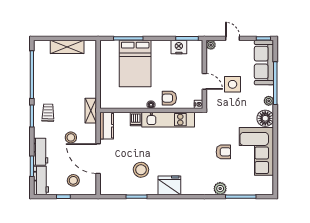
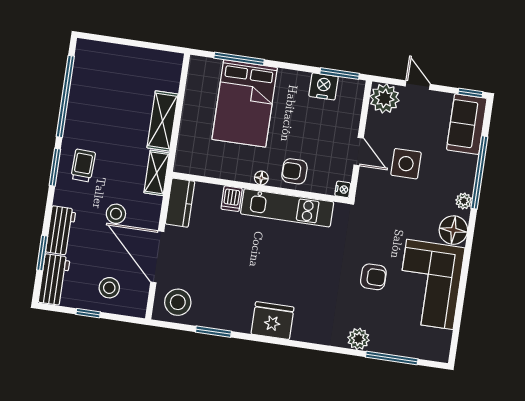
plant: (211, 45) -> (385, 98), width x1.88, depth x1.88
shelving: (67, 47) -> (162, 121), moved, turned 90
sofa: (264, 63) -> (467, 124), width x0.73
stool: (141, 170) -> (178, 302), moved

